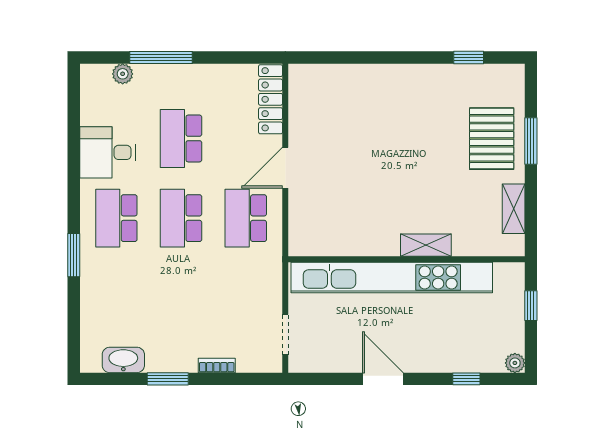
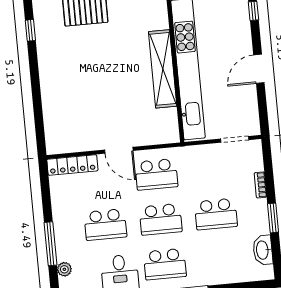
shelving: (426, 245) -> (163, 69), width x2.20, depth x1.33
school desk: (181, 298) -> (216, 214), added

